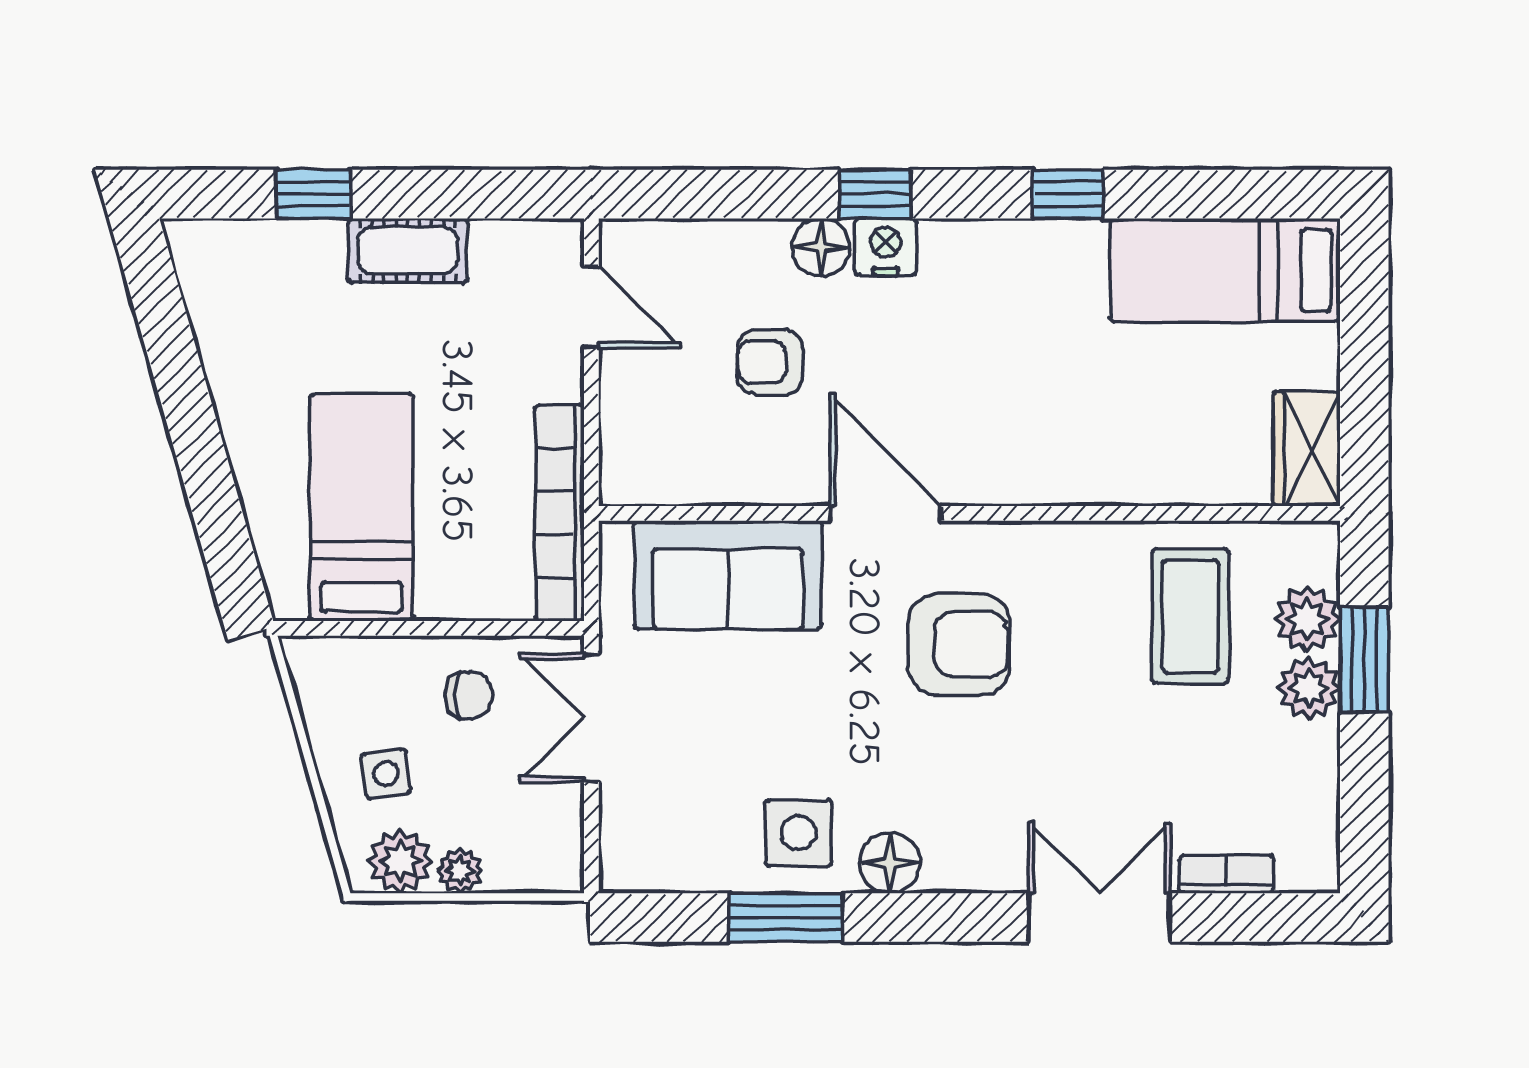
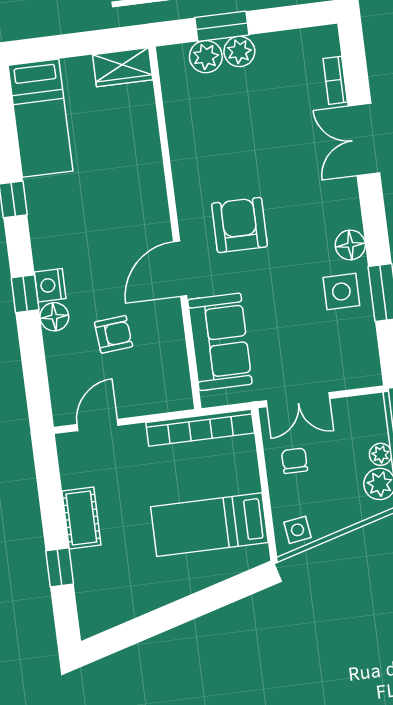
armchair: (770, 362) -> (113, 334), turned -95
coffee table: (1190, 616) -> (212, 114), removed
side table: (386, 774) -> (297, 530), moved

